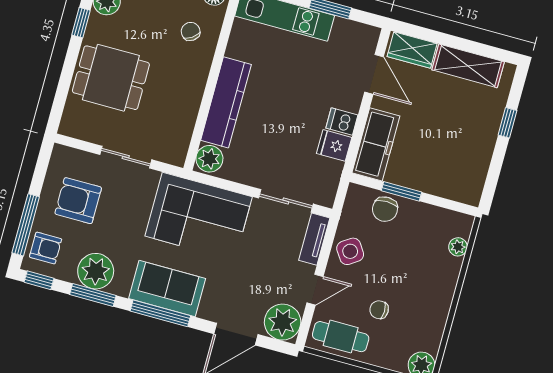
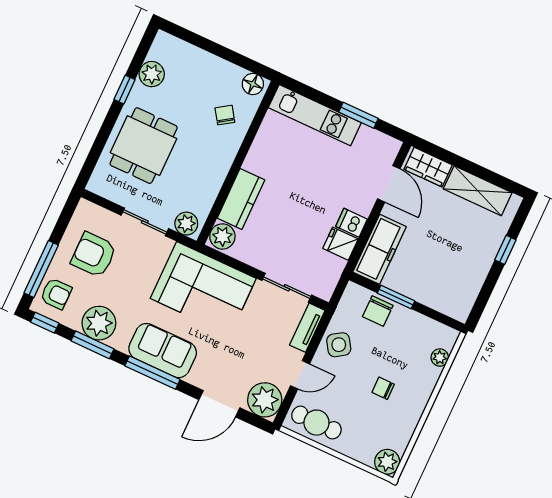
dining table: (111, 78) -> (144, 146), turned 90
kitchen counter: (226, 102) -> (241, 199), width x0.67
plant: (169, 152) -> (186, 224), added
chair: (379, 310) -> (383, 388), moved

